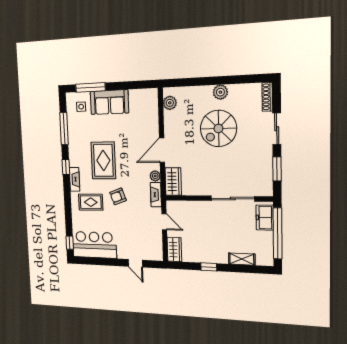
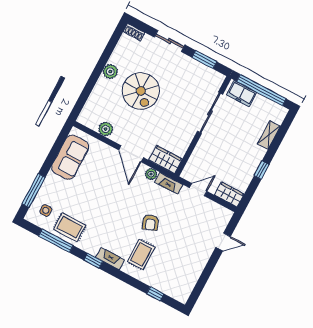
shoe rack: (267, 97) -> (134, 32), width x0.70
sofa: (109, 102) -> (70, 157), moved
plant: (170, 103) -> (106, 129), moved
rug: (103, 160) -> (70, 227), moved, width x0.73, depth x0.70
window: (70, 243) -> (155, 294), moved
bar counter: (94, 245) -> (184, 275), removed

